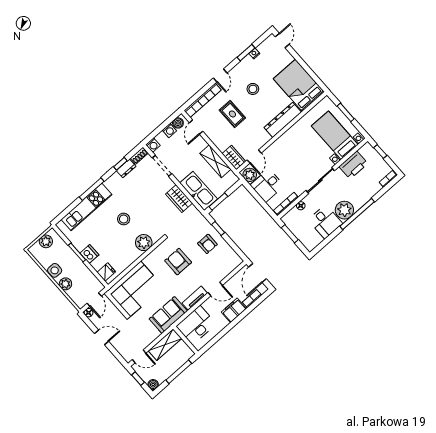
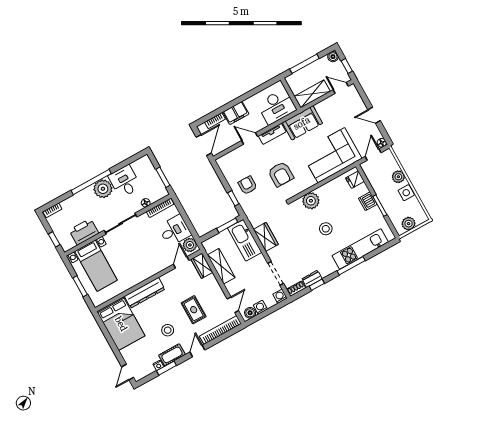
cot: (243, 66) -> (172, 355), added

